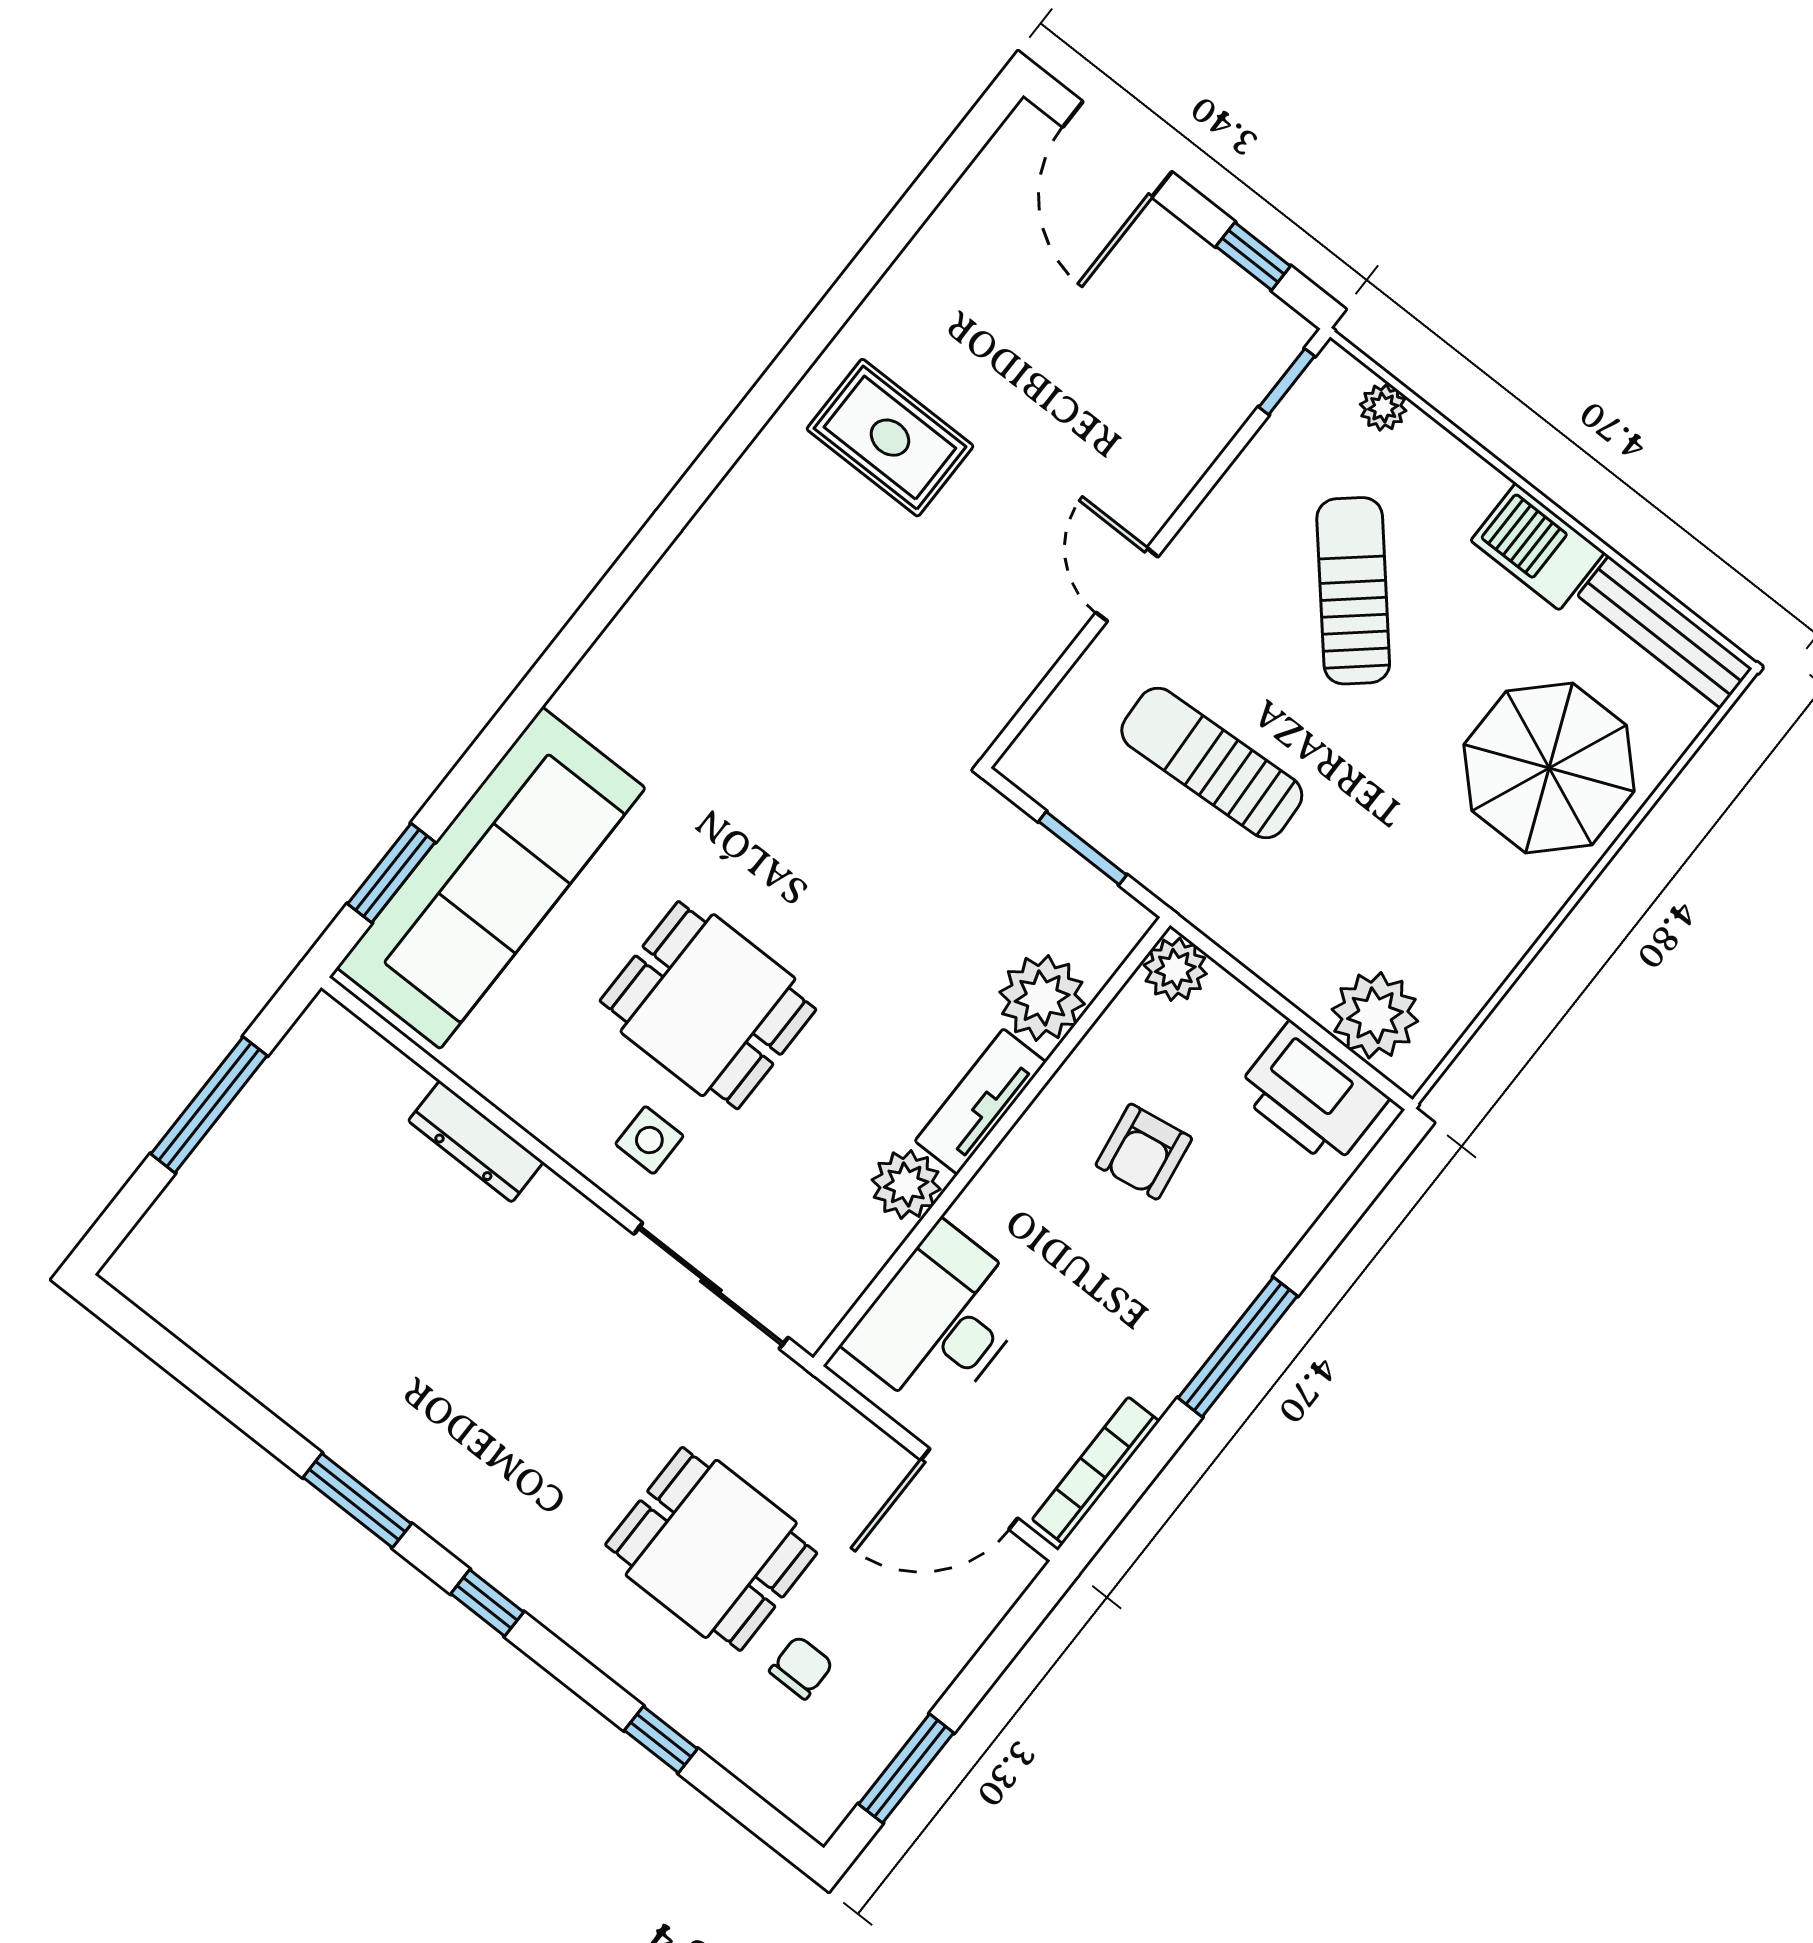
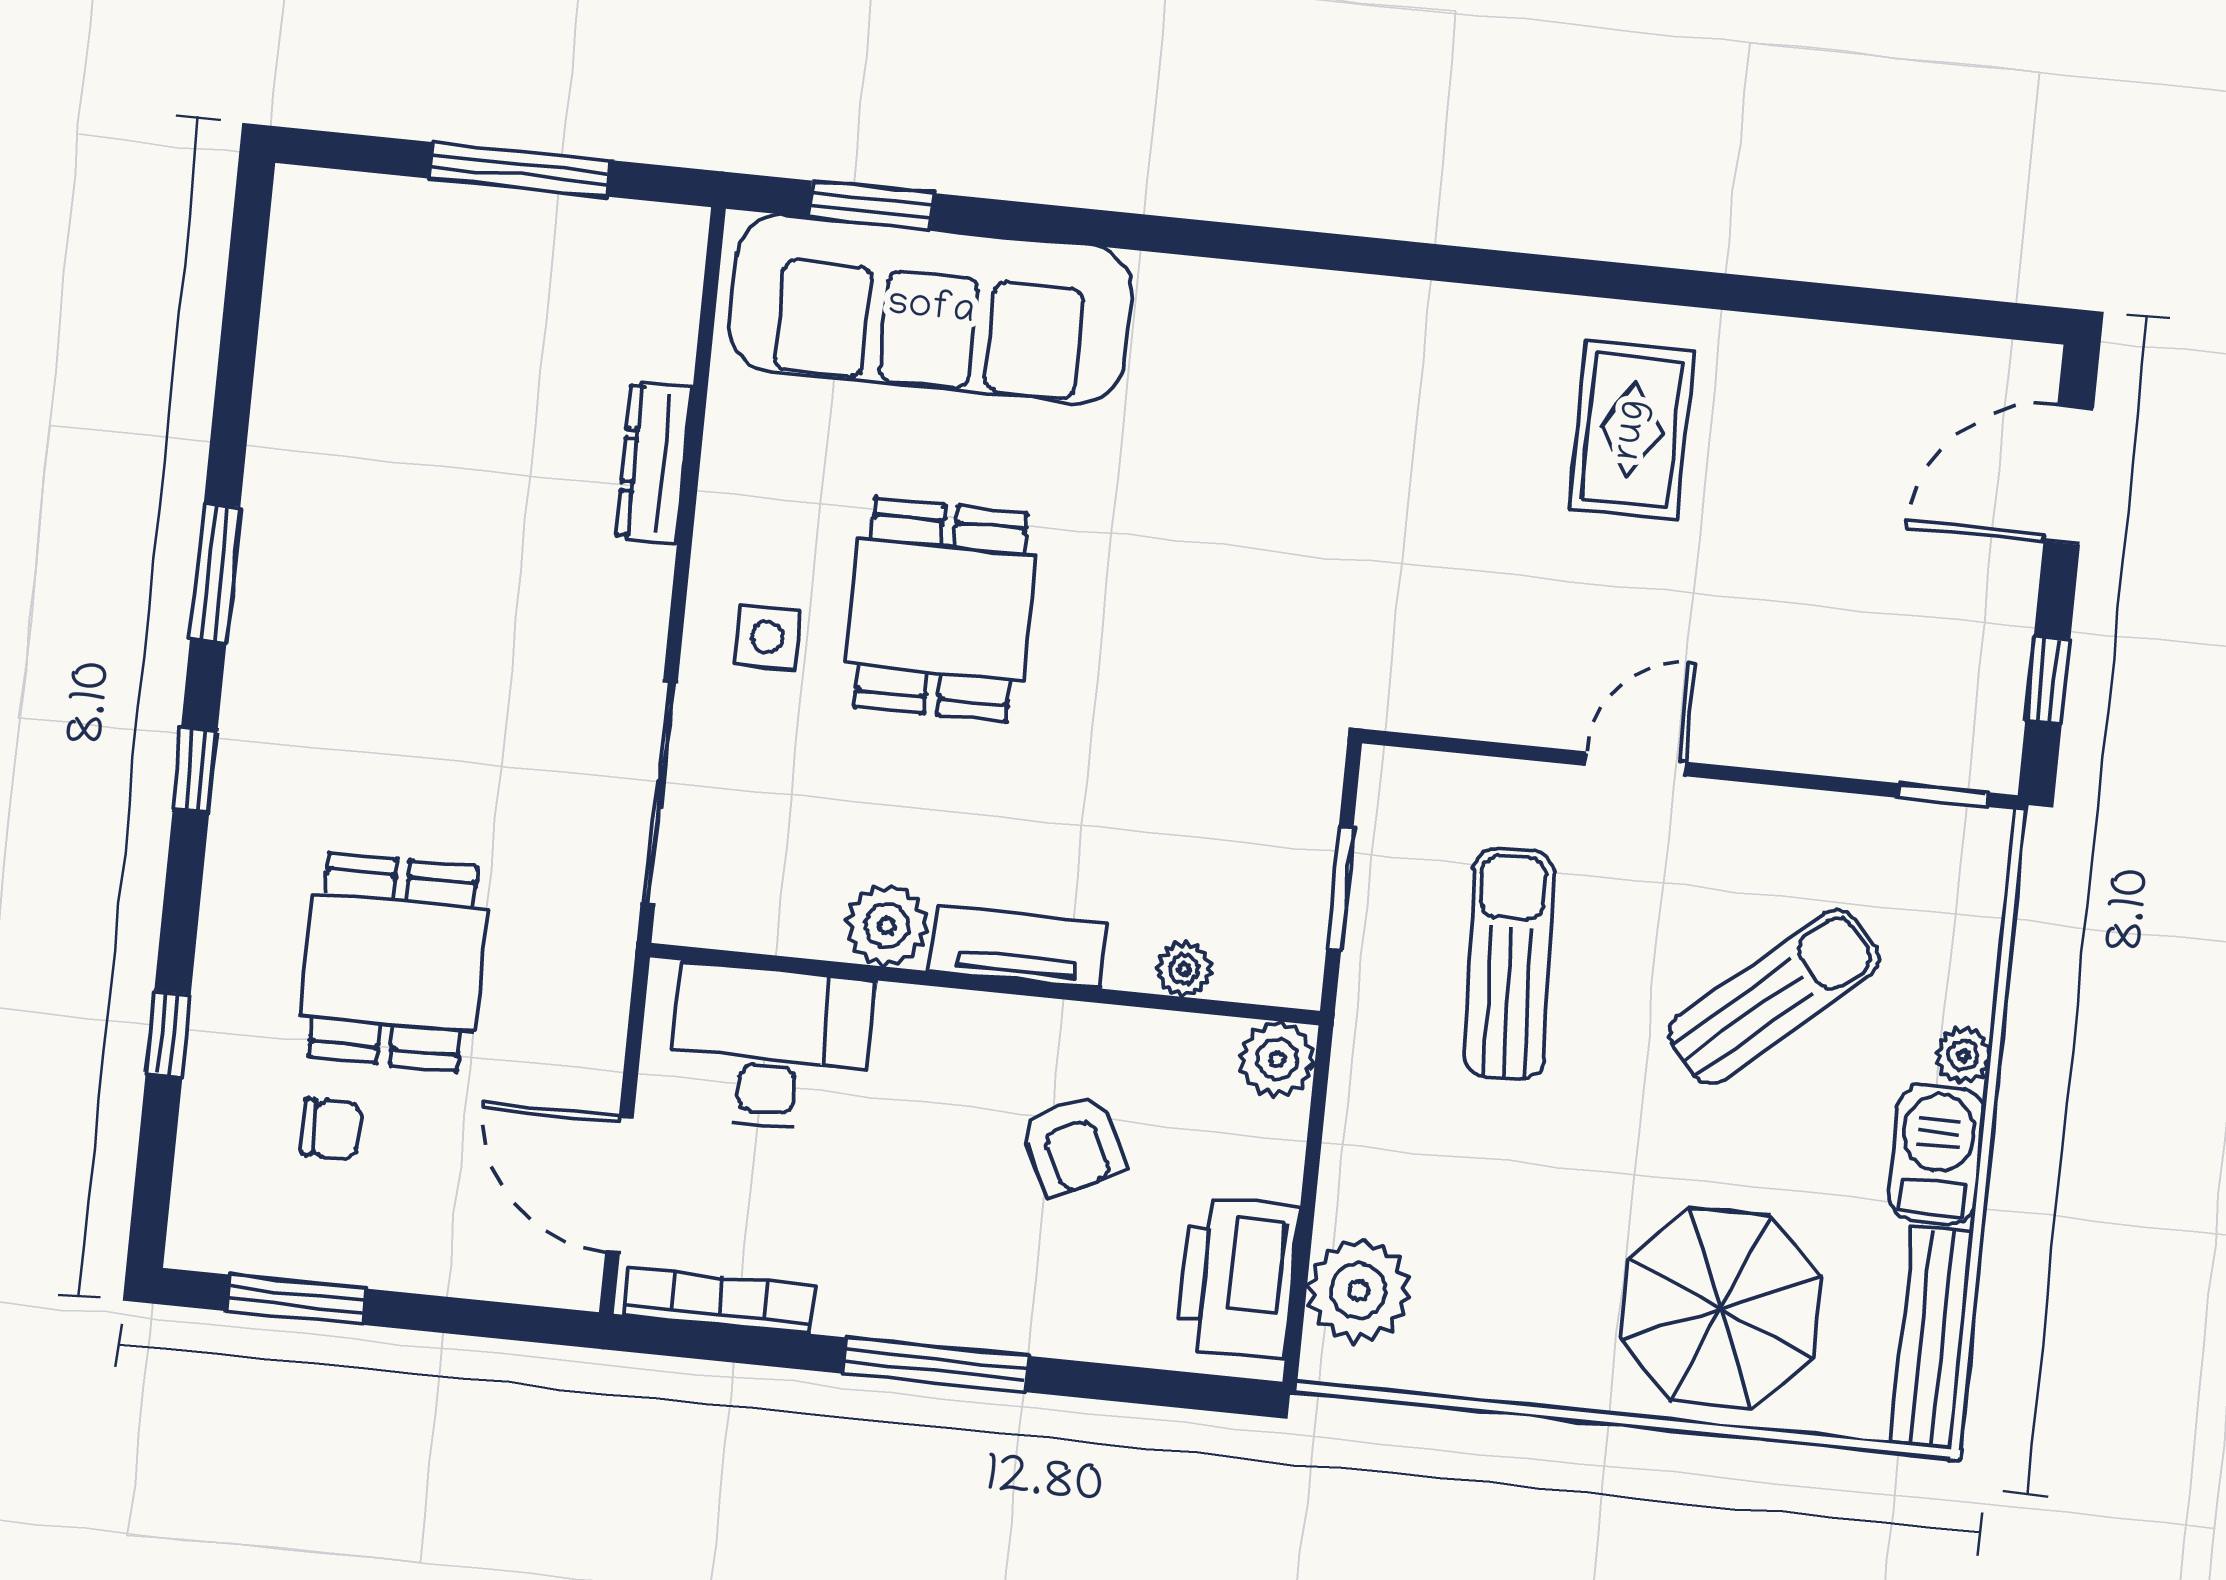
plant: (1383, 407) -> (1963, 1055), moved
plant: (1042, 998) -> (1184, 969), width x0.53, depth x0.53
armchair: (1144, 1152) -> (1073, 1144), turned -108

